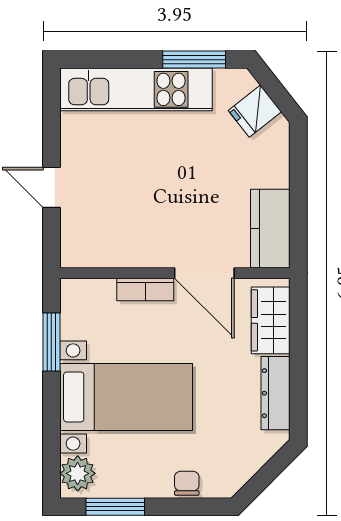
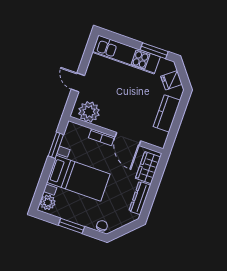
kitchen counter: (270, 229) -> (167, 113), moved
plant: (98, 243) -> (89, 112), added
chair: (187, 483) -> (102, 226), moved
window: (115, 507) -> (71, 226), moved

